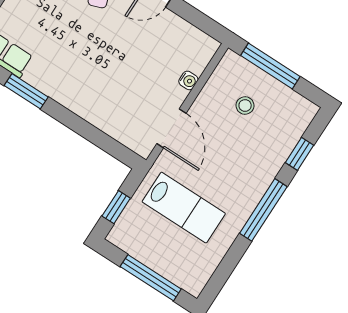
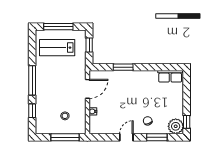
window: (26, 91) -> (123, 67), moved
door: (171, 128) -> (87, 89), swing flipped
lab bench: (184, 208) -> (57, 48), moved

